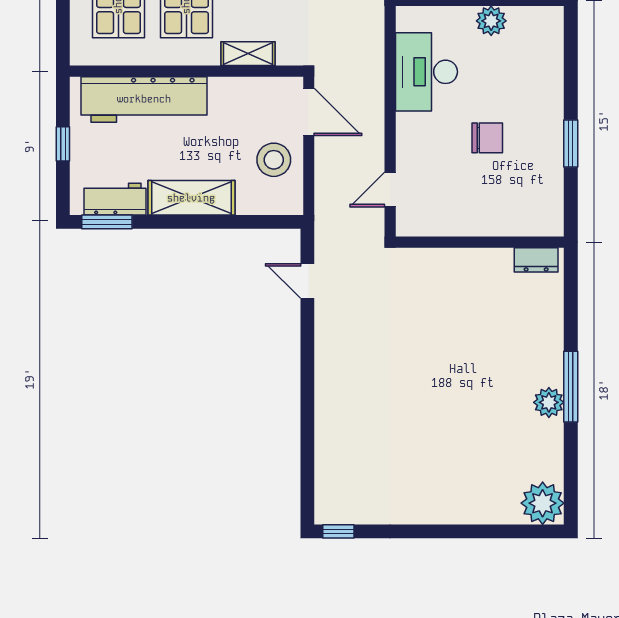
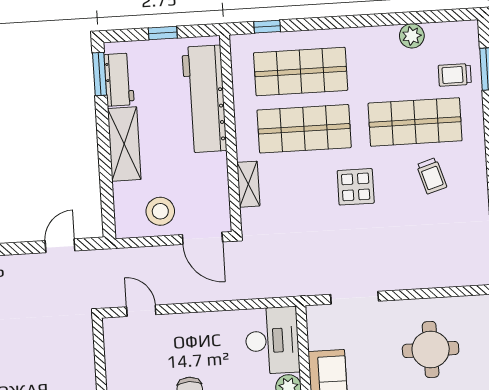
window: (63, 20) -> (267, 27), added
desk: (426, 72) -> (272, 341), moved, turned 90
door: (309, 112) -> (202, 238), hinge flipped

